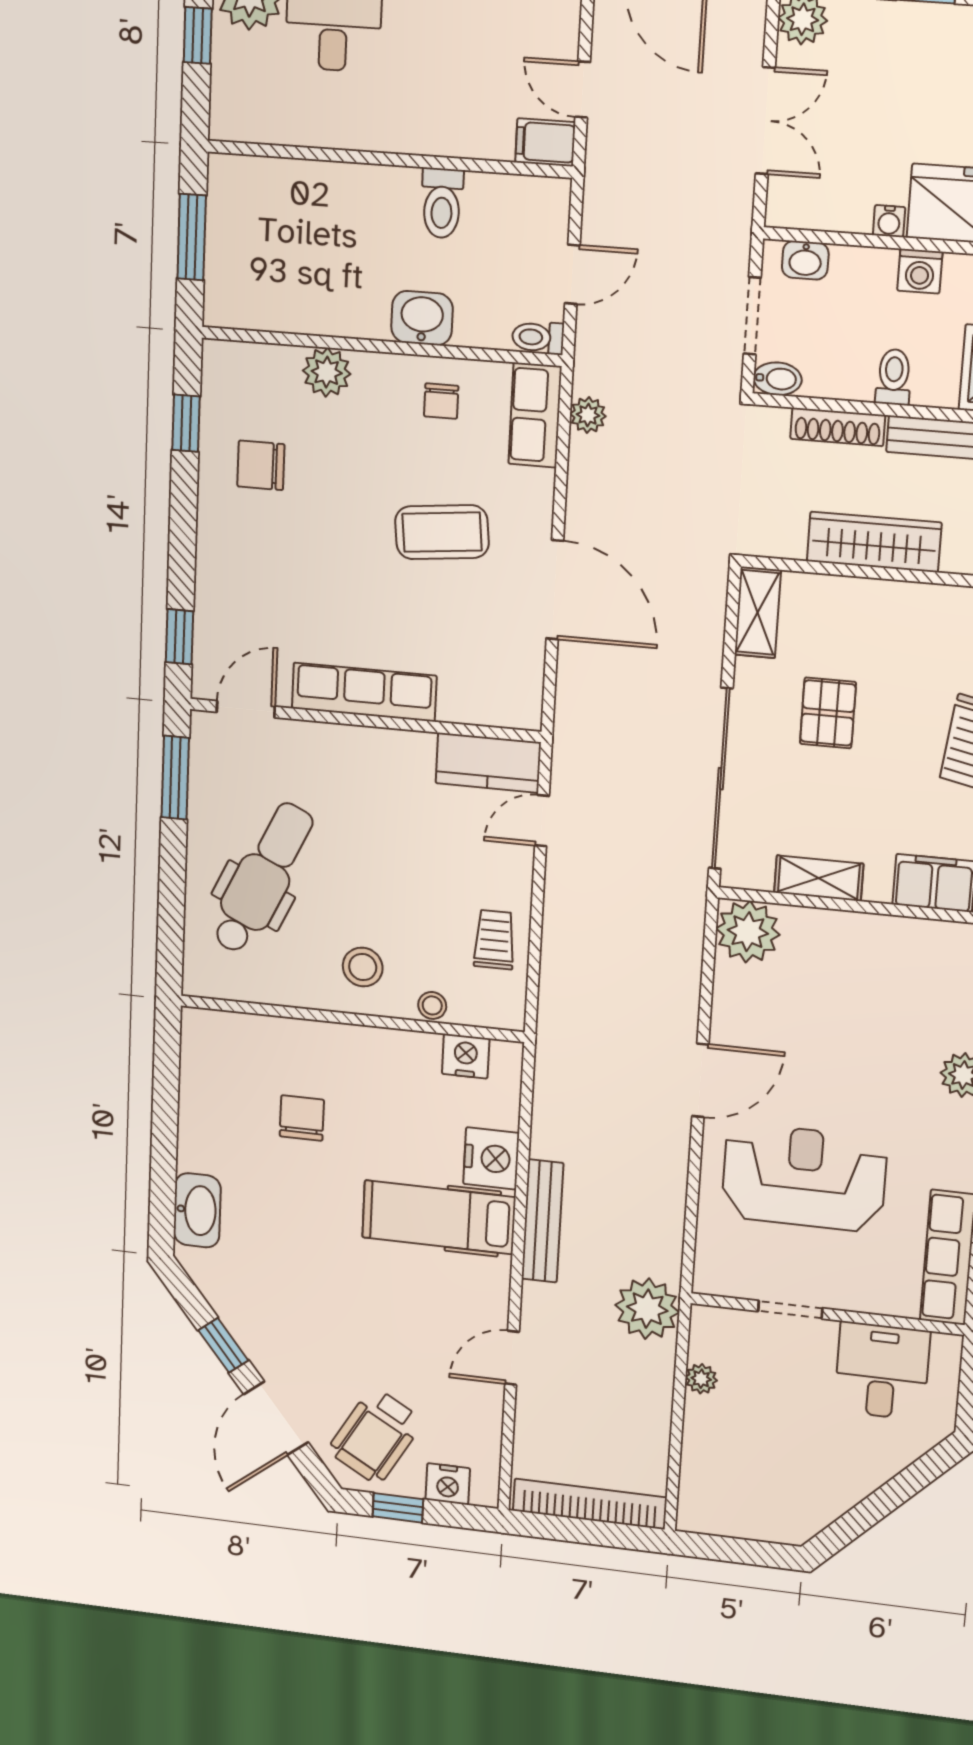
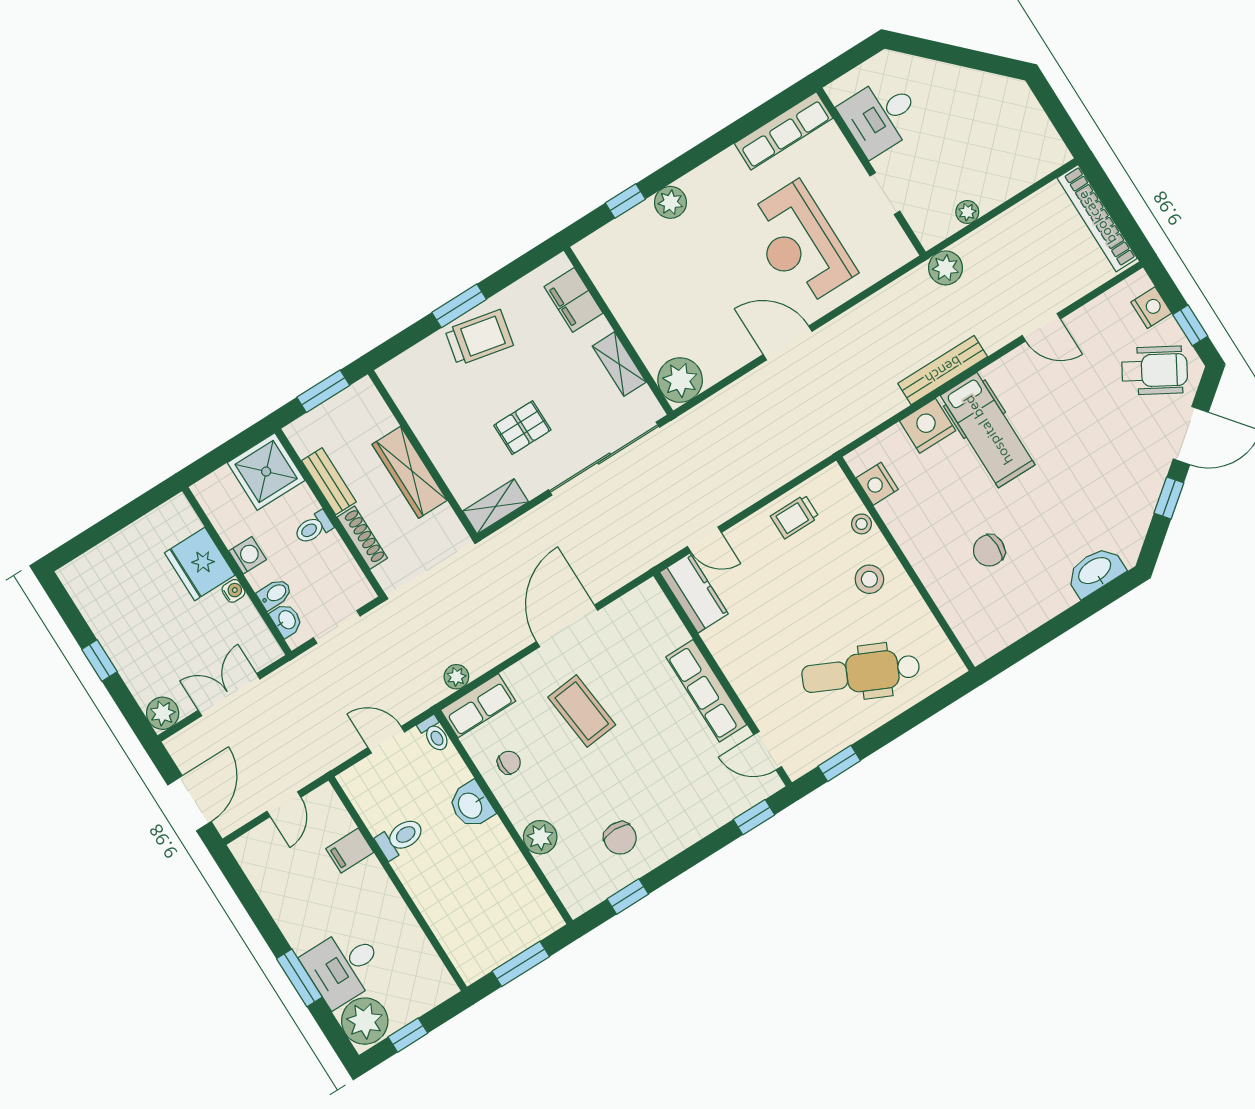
filing cabinet: (545, 142) -> (350, 851), moved, turned 90
bidet: (777, 379) -> (275, 594), moved, turned 90
window: (175, 778) -> (839, 763), width x0.67
plant: (647, 1309) -> (946, 268), width x0.73, depth x0.73

